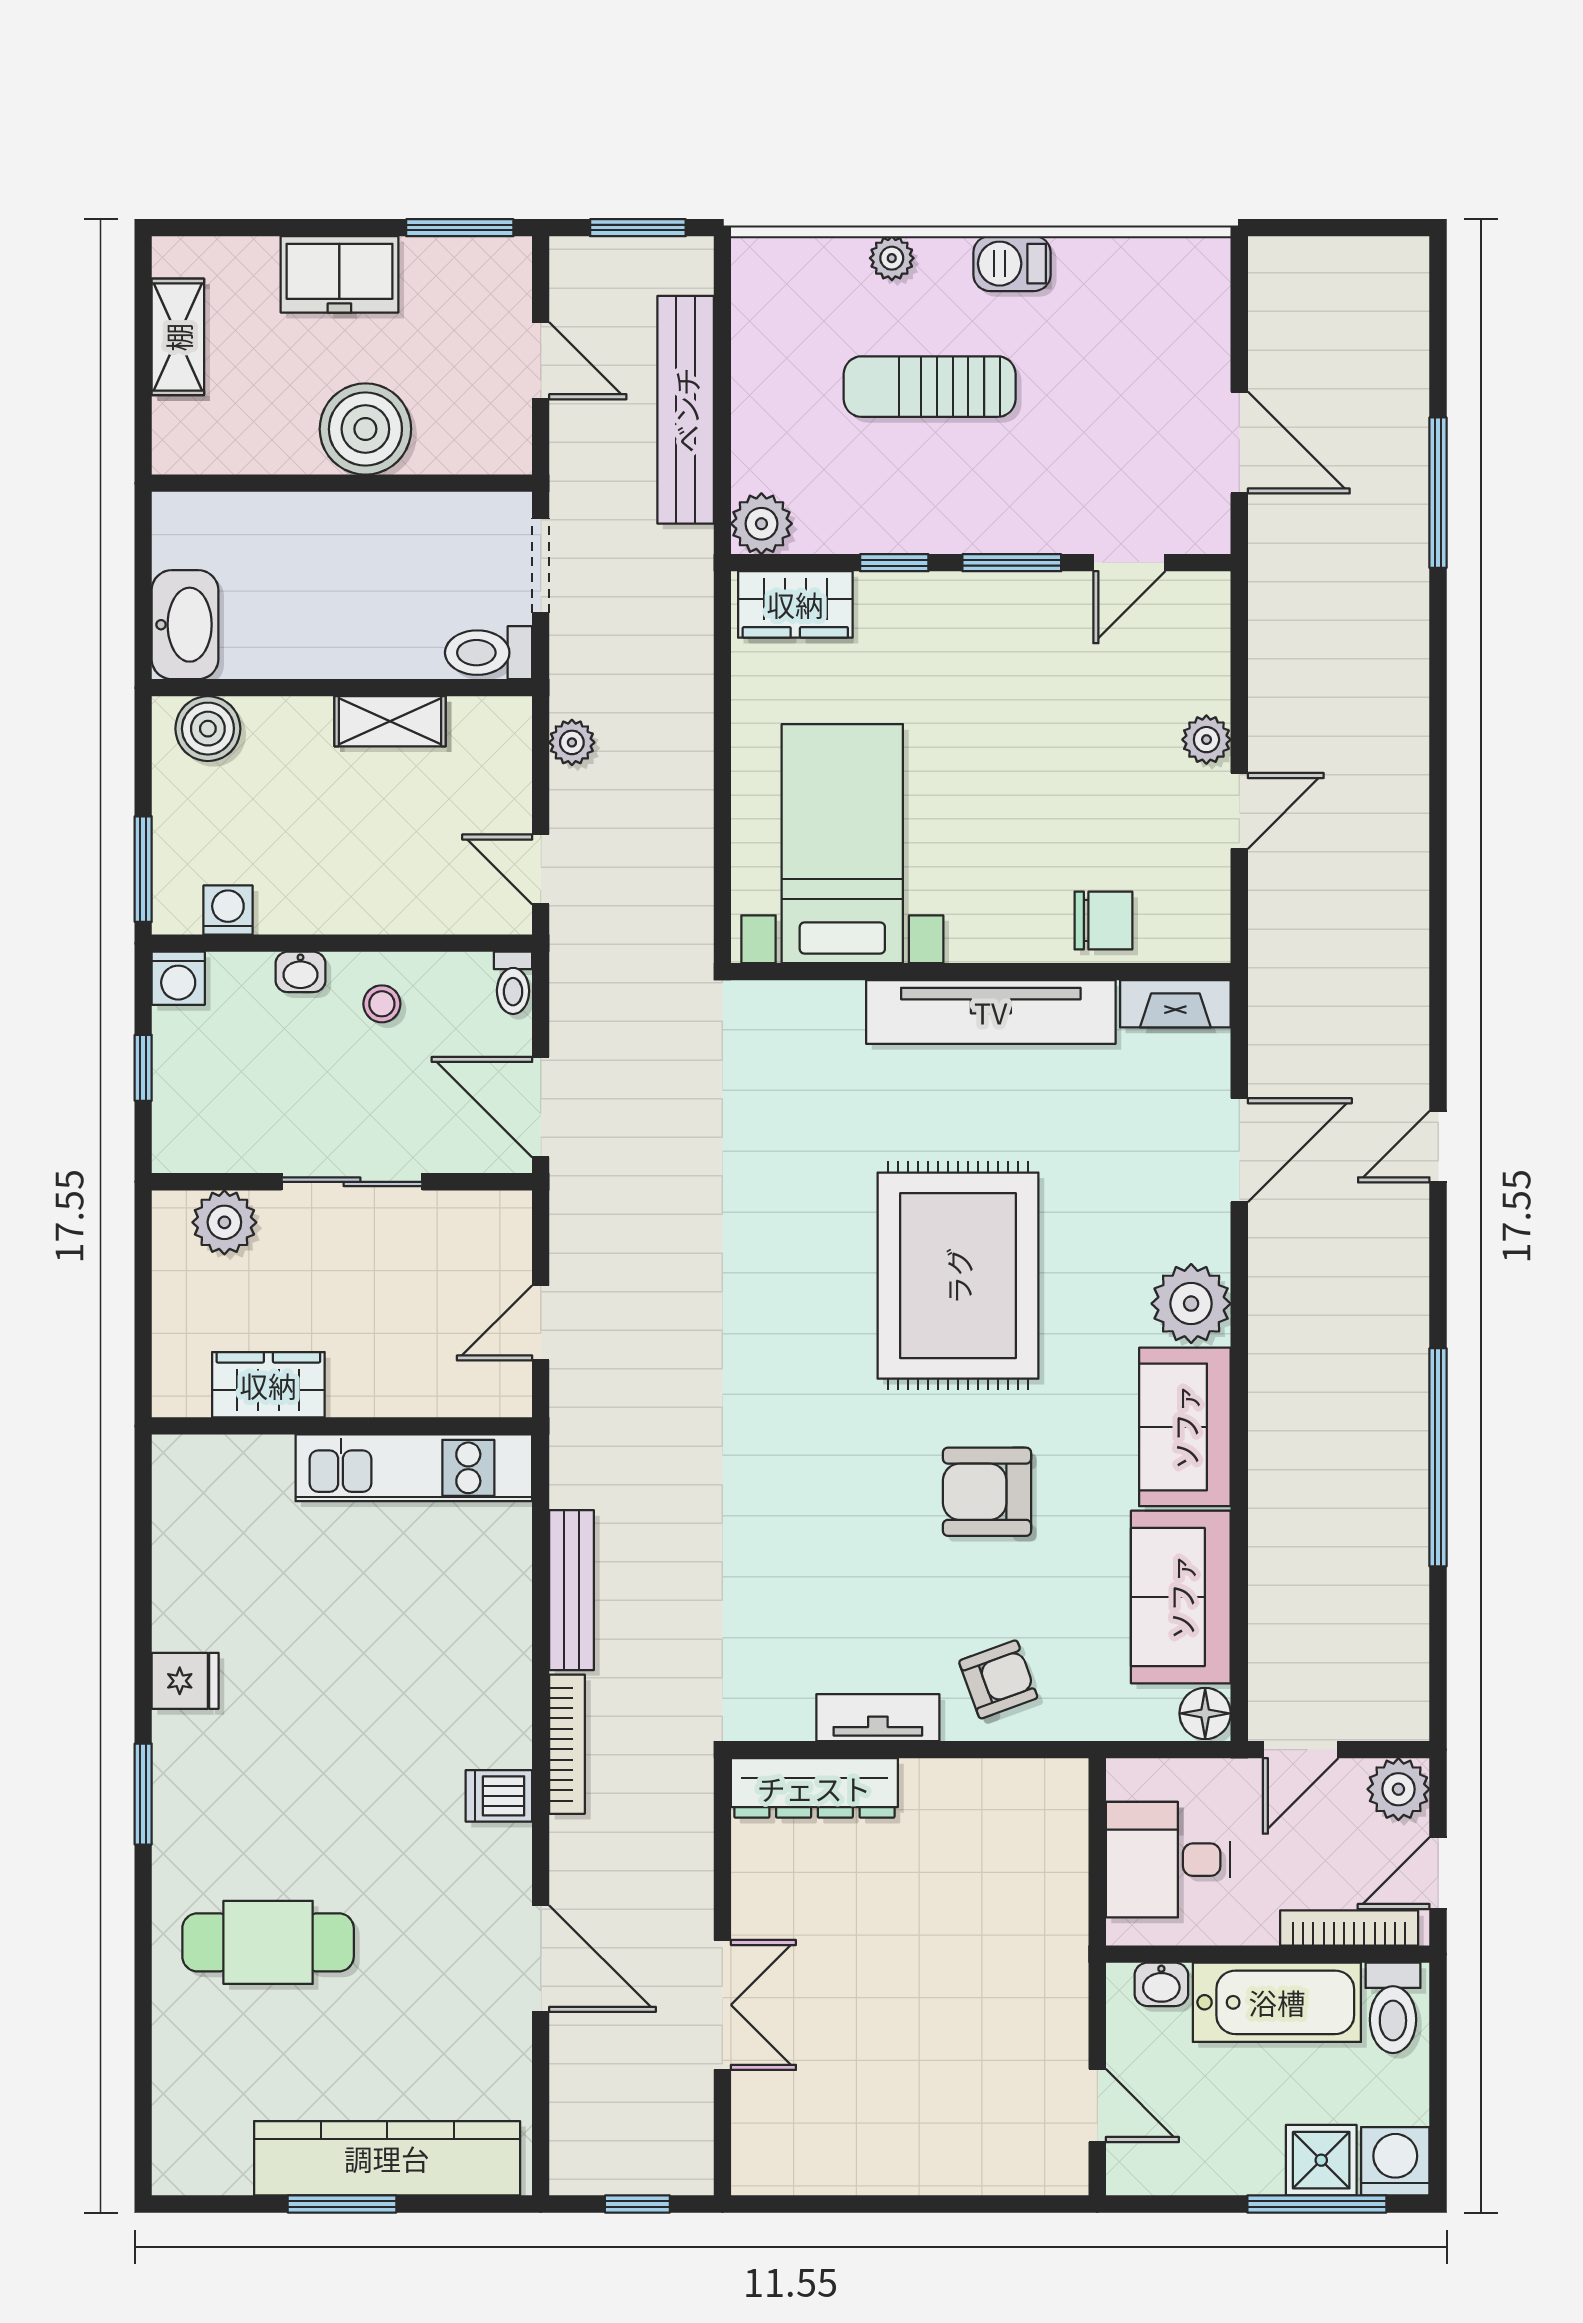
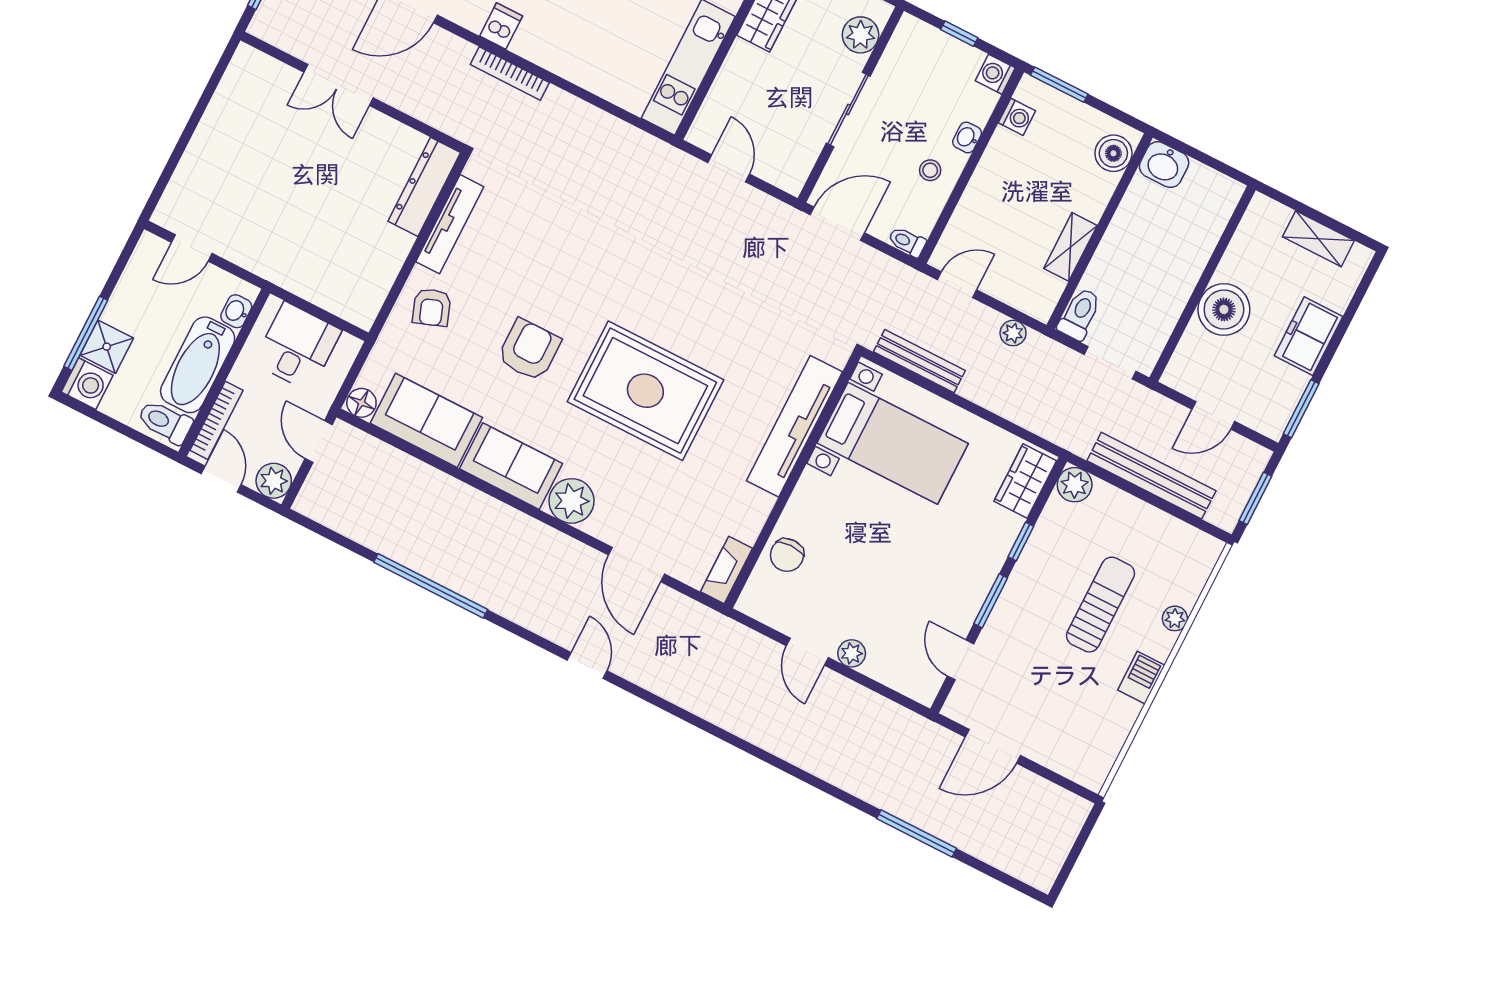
washbasin: (185, 625) -> (1164, 165), width x0.72
tv unit: (991, 1012) -> (795, 426), moved
bench: (572, 1590) -> (919, 361), moved
tv unit: (878, 1718) -> (450, 224), width x1.41

